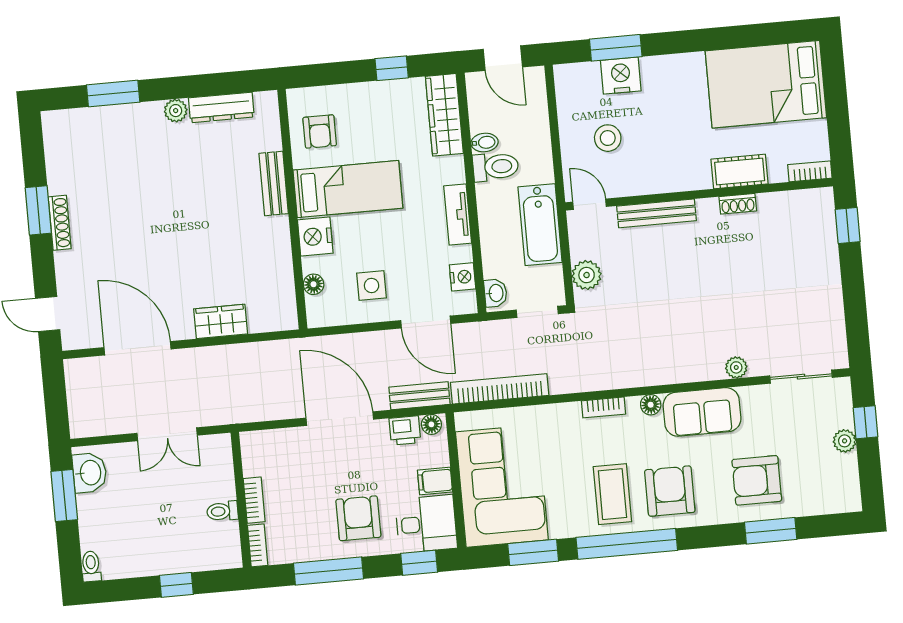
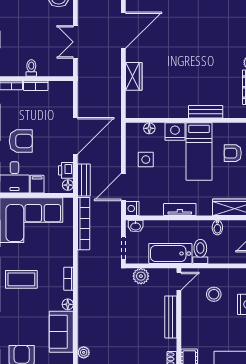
armchair: (320, 131) -> (233, 153), moved
toilet: (496, 167) -> (200, 251), moved, turned 180
nightstand: (463, 277) -> (132, 209), moved, turned 90
armchair: (670, 491) -> (20, 310), removed

